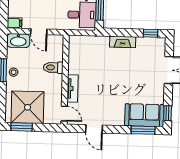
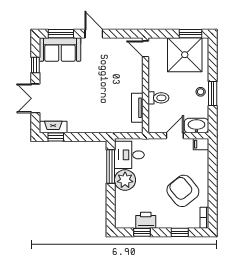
door: (39, 32) -> (175, 136), hinge flipped
fireplace: (123, 42) -> (53, 127), moved
tv unit: (73, 88) -> (137, 108), moved
window: (168, 113) -> (35, 65), moved
door: (94, 129) -> (94, 34), moved

